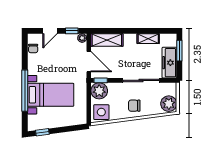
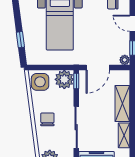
shelving: (107, 40) -> (122, 104), moved
window: (42, 132) -> (20, 40), moved

